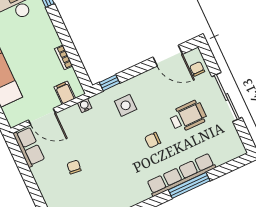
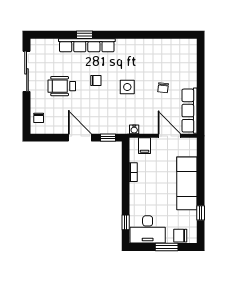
door: (168, 56) -> (80, 138), moved
sliding door: (227, 97) -> (27, 71), moved
side table: (126, 105) -> (127, 87), moved
row of seats: (29, 147) -> (189, 111), width x1.48
window: (189, 185) -> (84, 35), width x0.46

